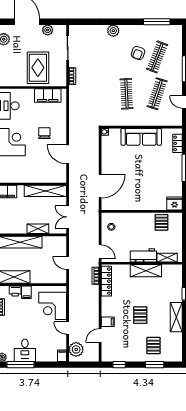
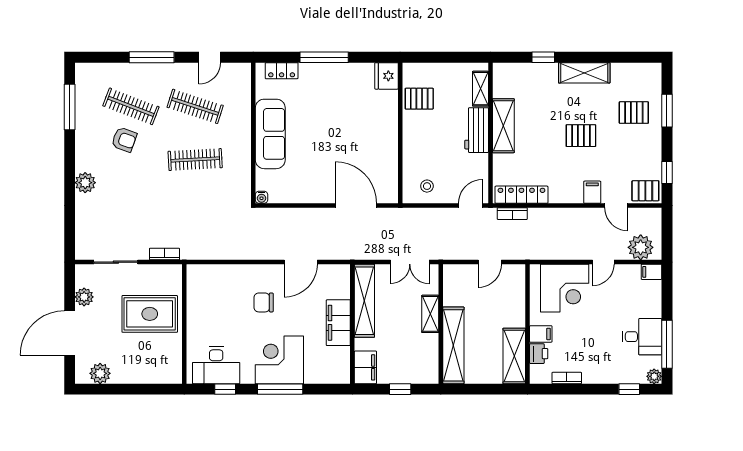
filing cabinet: (48, 96) -> (338, 323), moved, turned 180
pallet: (109, 352) -> (645, 191), added

